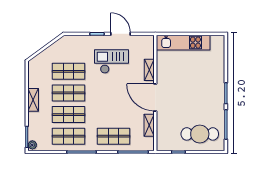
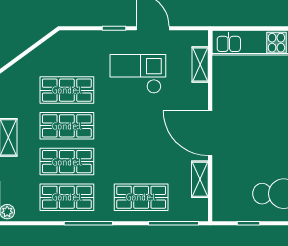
shelving: (149, 70) -> (200, 65), moved

